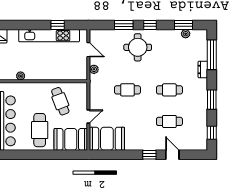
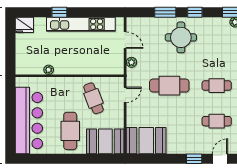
window: (58, 25) -> (59, 12), moved
cafe table: (127, 90) -> (169, 86), width x1.37, depth x1.35
door: (88, 116) -> (125, 95), moved
door: (172, 155) -> (220, 159), hinge flipped

